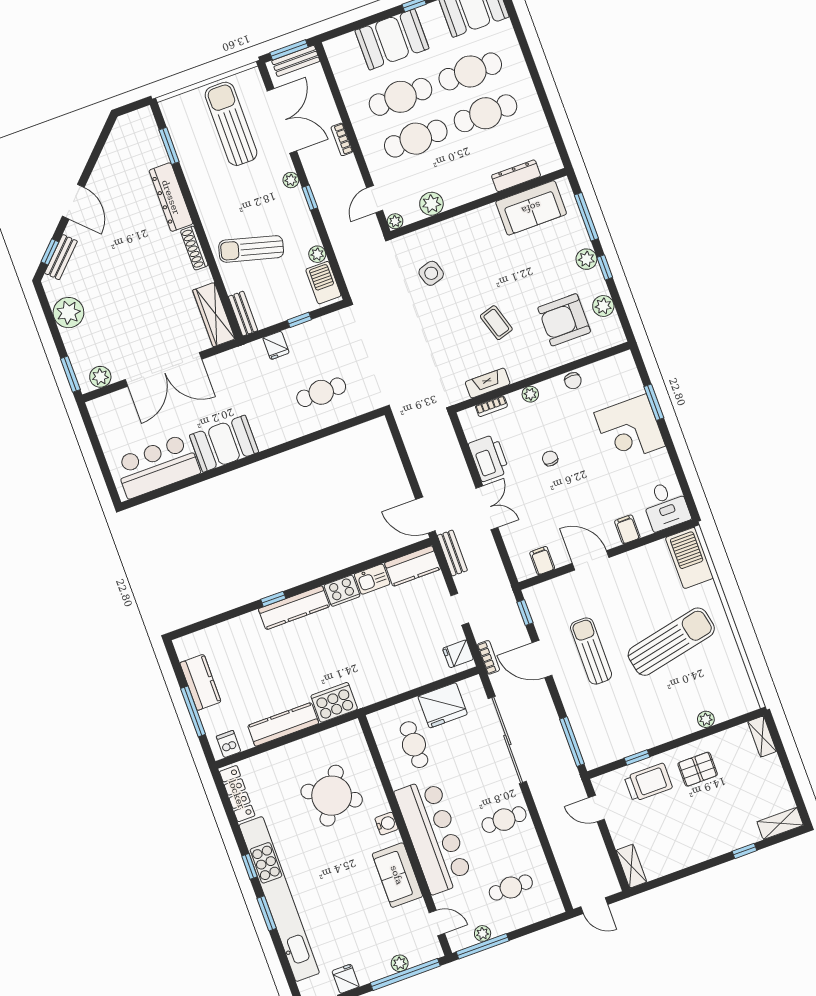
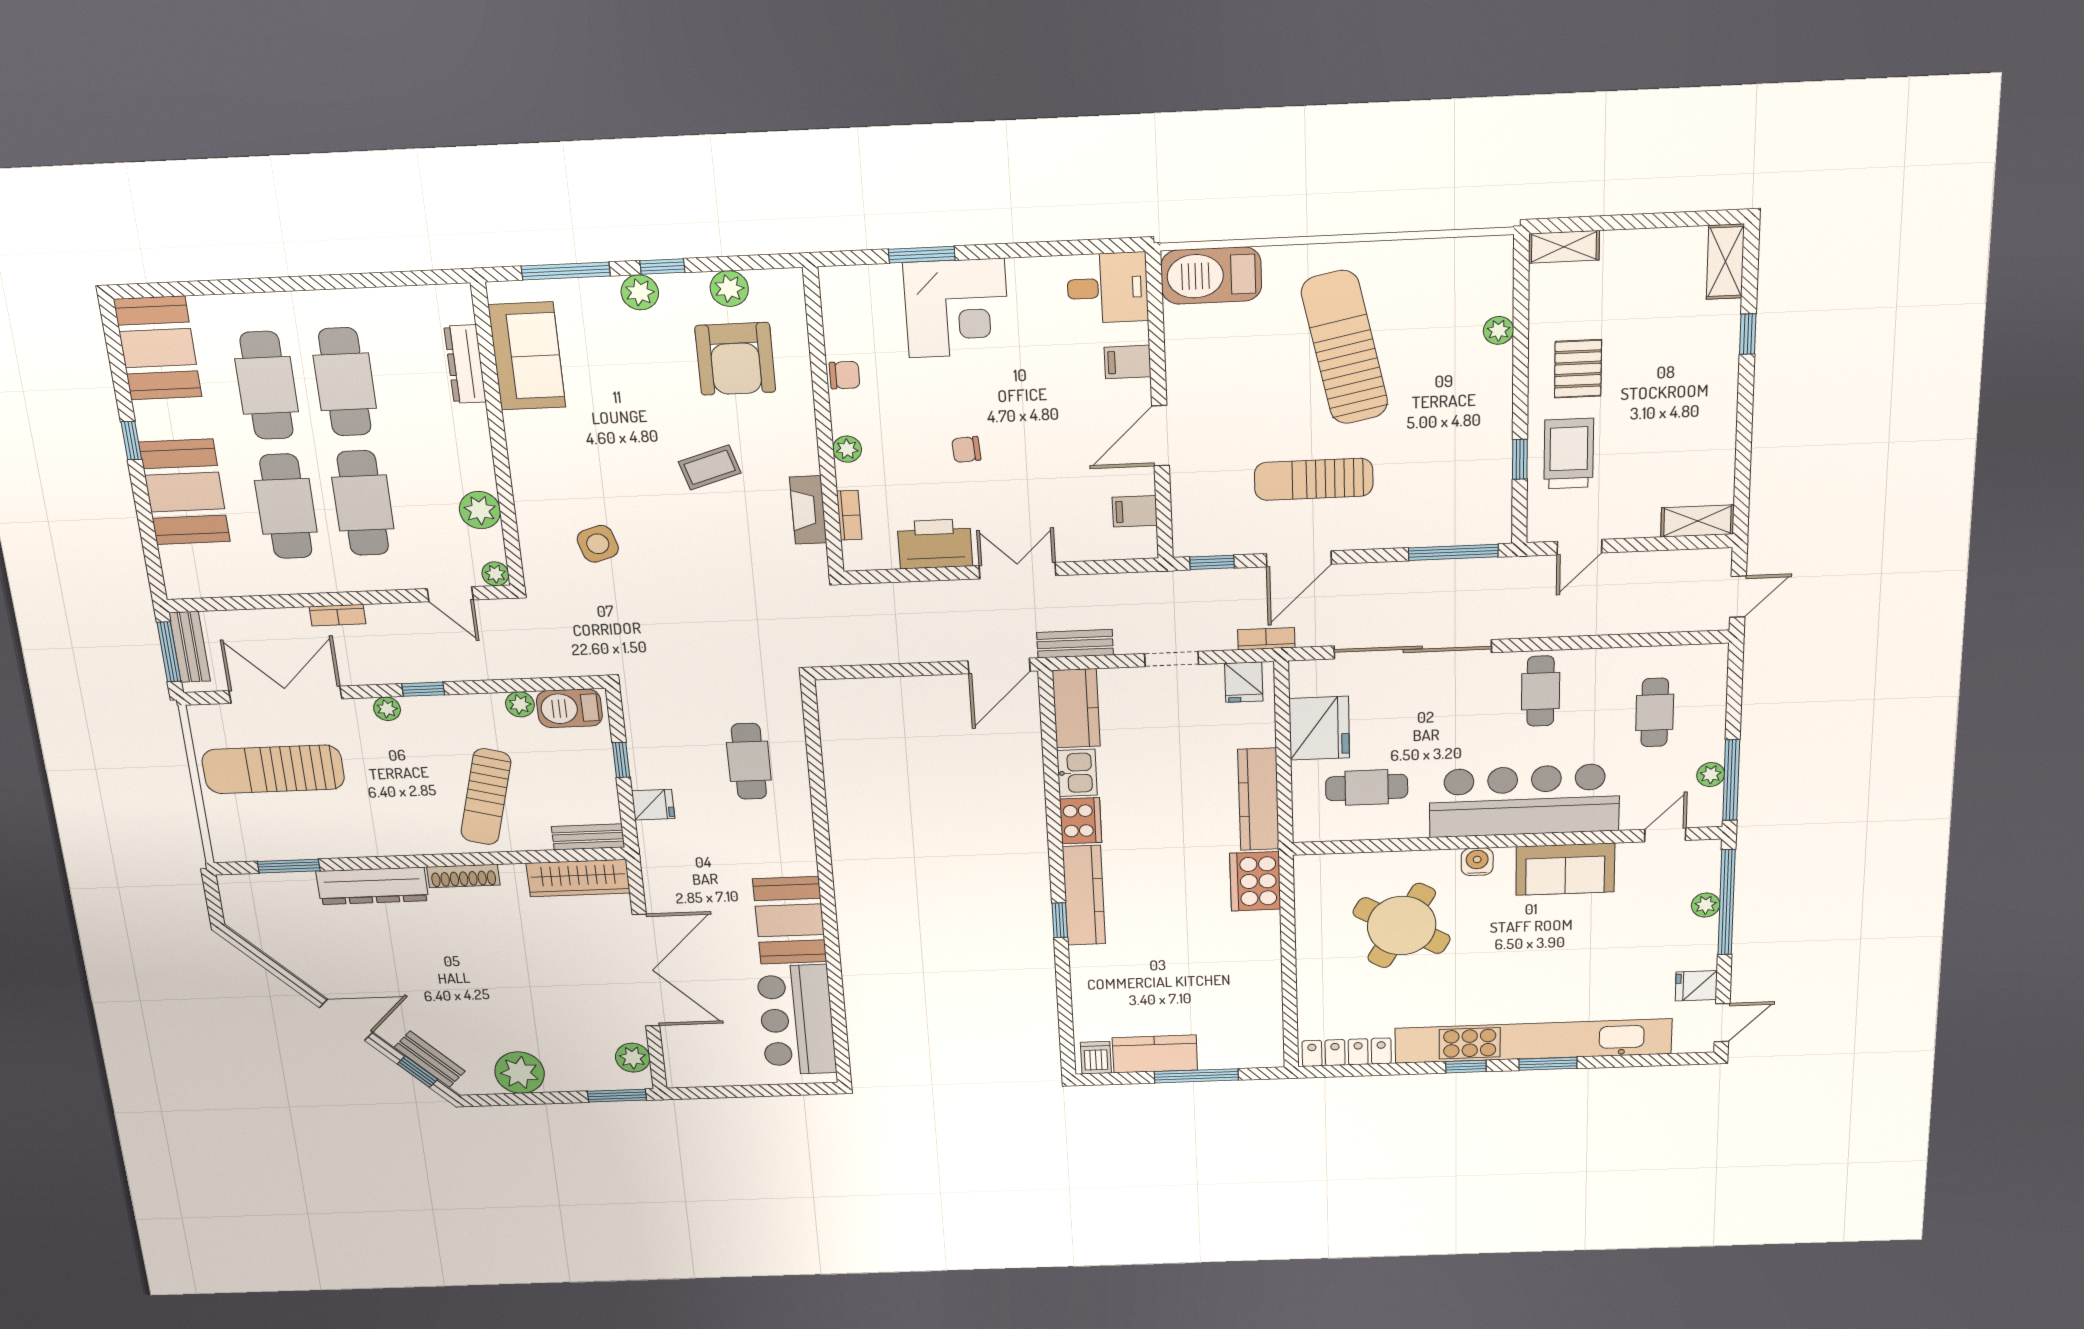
kitchen counter: (283, 724) -> (1259, 799), moved
dishwasher: (229, 744) -> (1096, 1058), moved, turned 90

